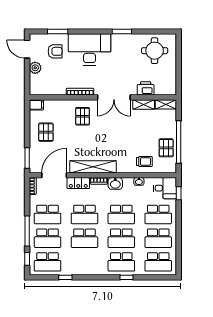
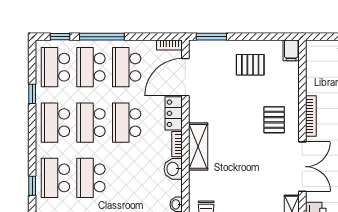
double door: (114, 97) -> (302, 167), swing flipped
pallet: (83, 116) -> (274, 120), turned 90
shelving: (93, 167) -> (198, 146), width x0.68
door: (54, 175) -> (185, 77), swing flipped
school desk: (121, 214) -> (55, 123), moved

